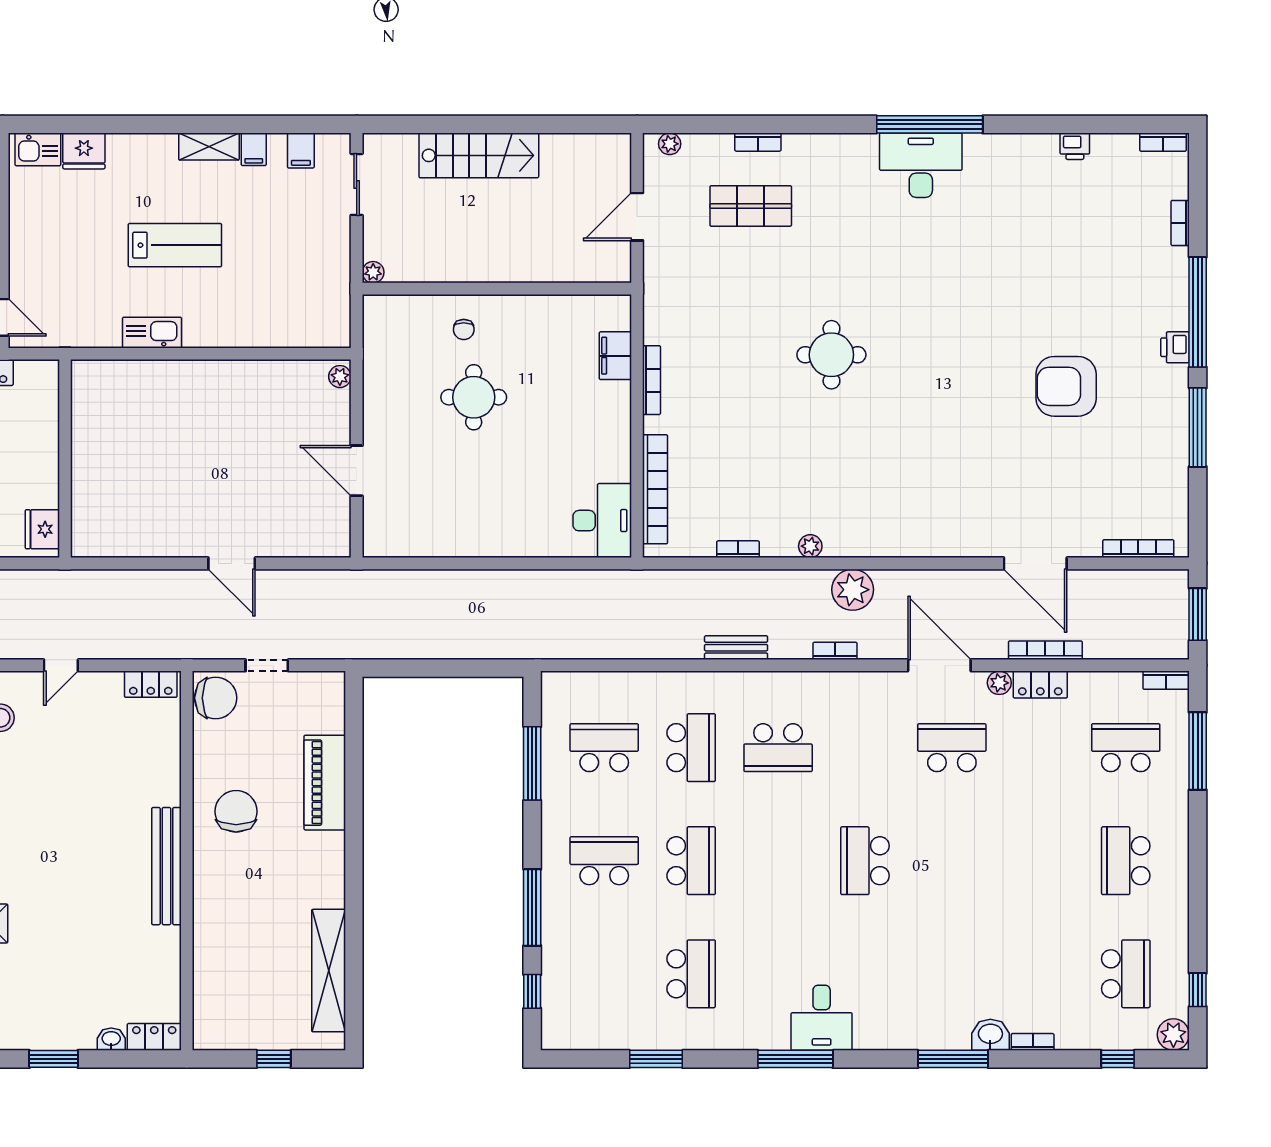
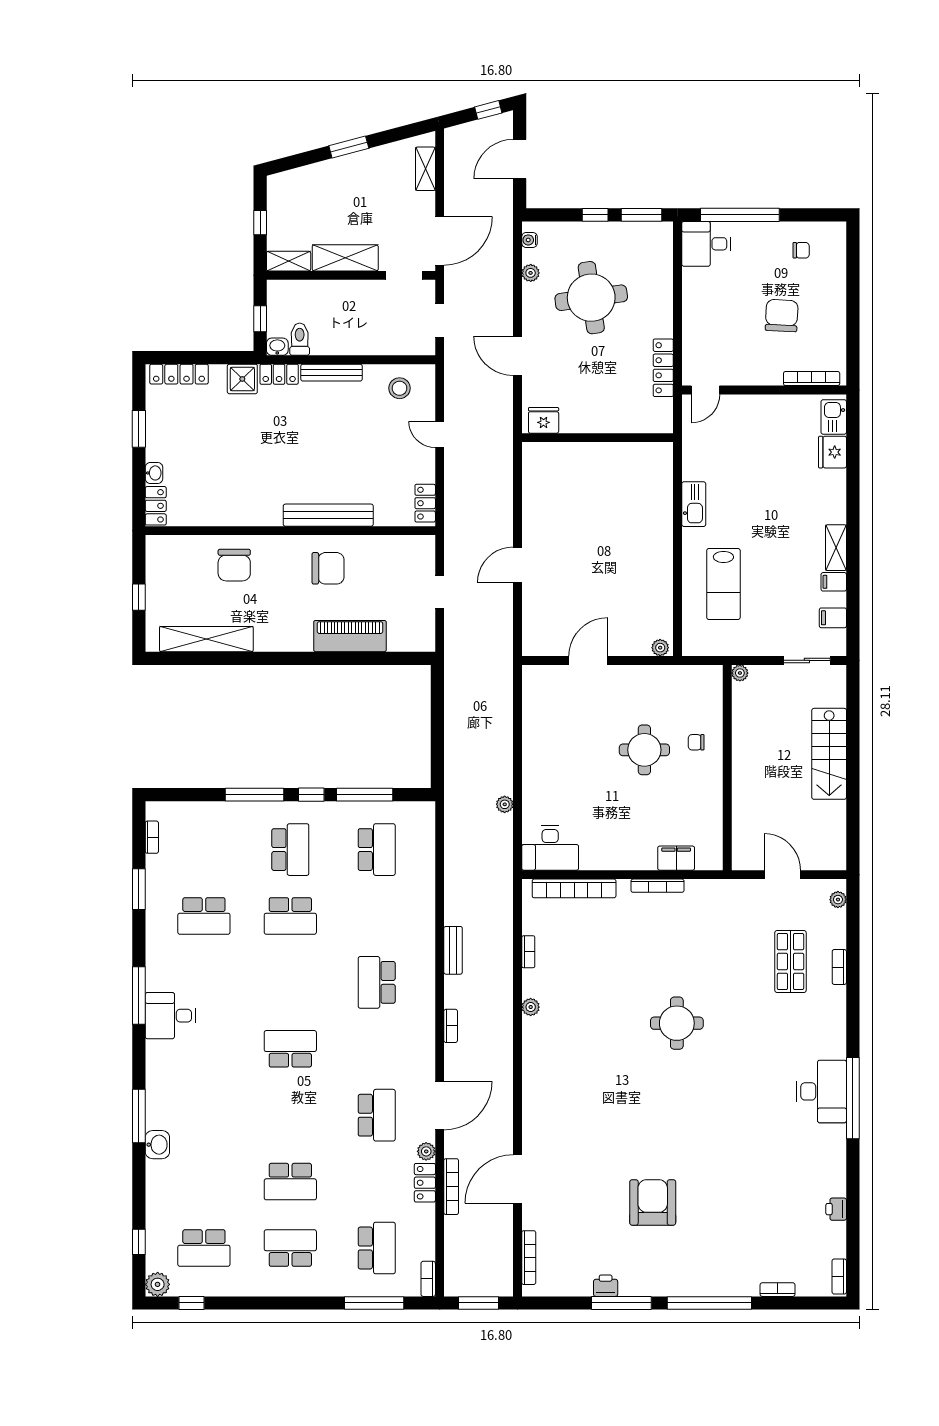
lab bench: (175, 245) -> (723, 584), moved
printer: (1175, 347) -> (606, 1286), moved
plant: (853, 590) -> (505, 804), moved, width x0.53, depth x0.53
chair: (216, 698) -> (234, 565), moved
school desk: (691, 748) -> (290, 1182), moved
bench: (166, 866) -> (328, 515), moved
window: (532, 991) -> (311, 795), moved
bookcase: (1033, 1042) -> (152, 837), moved

